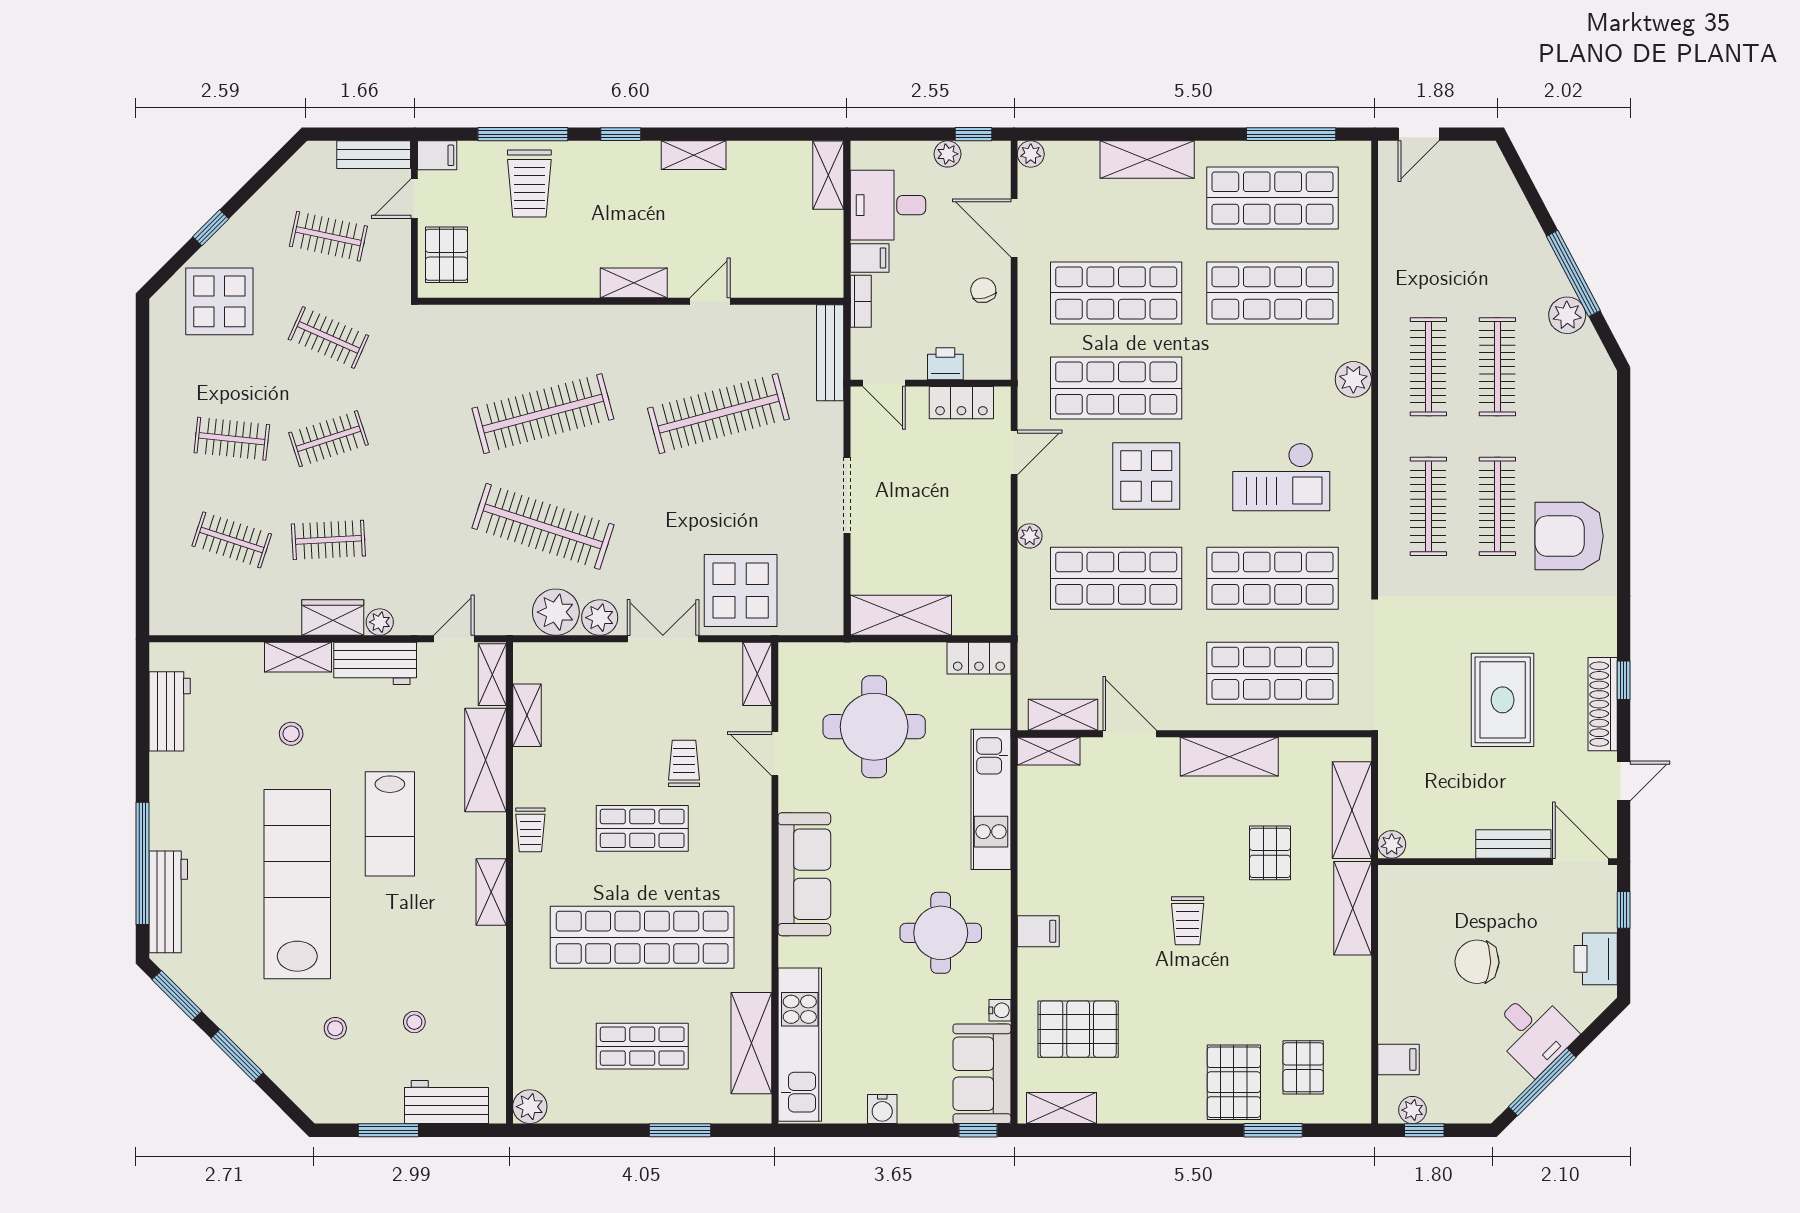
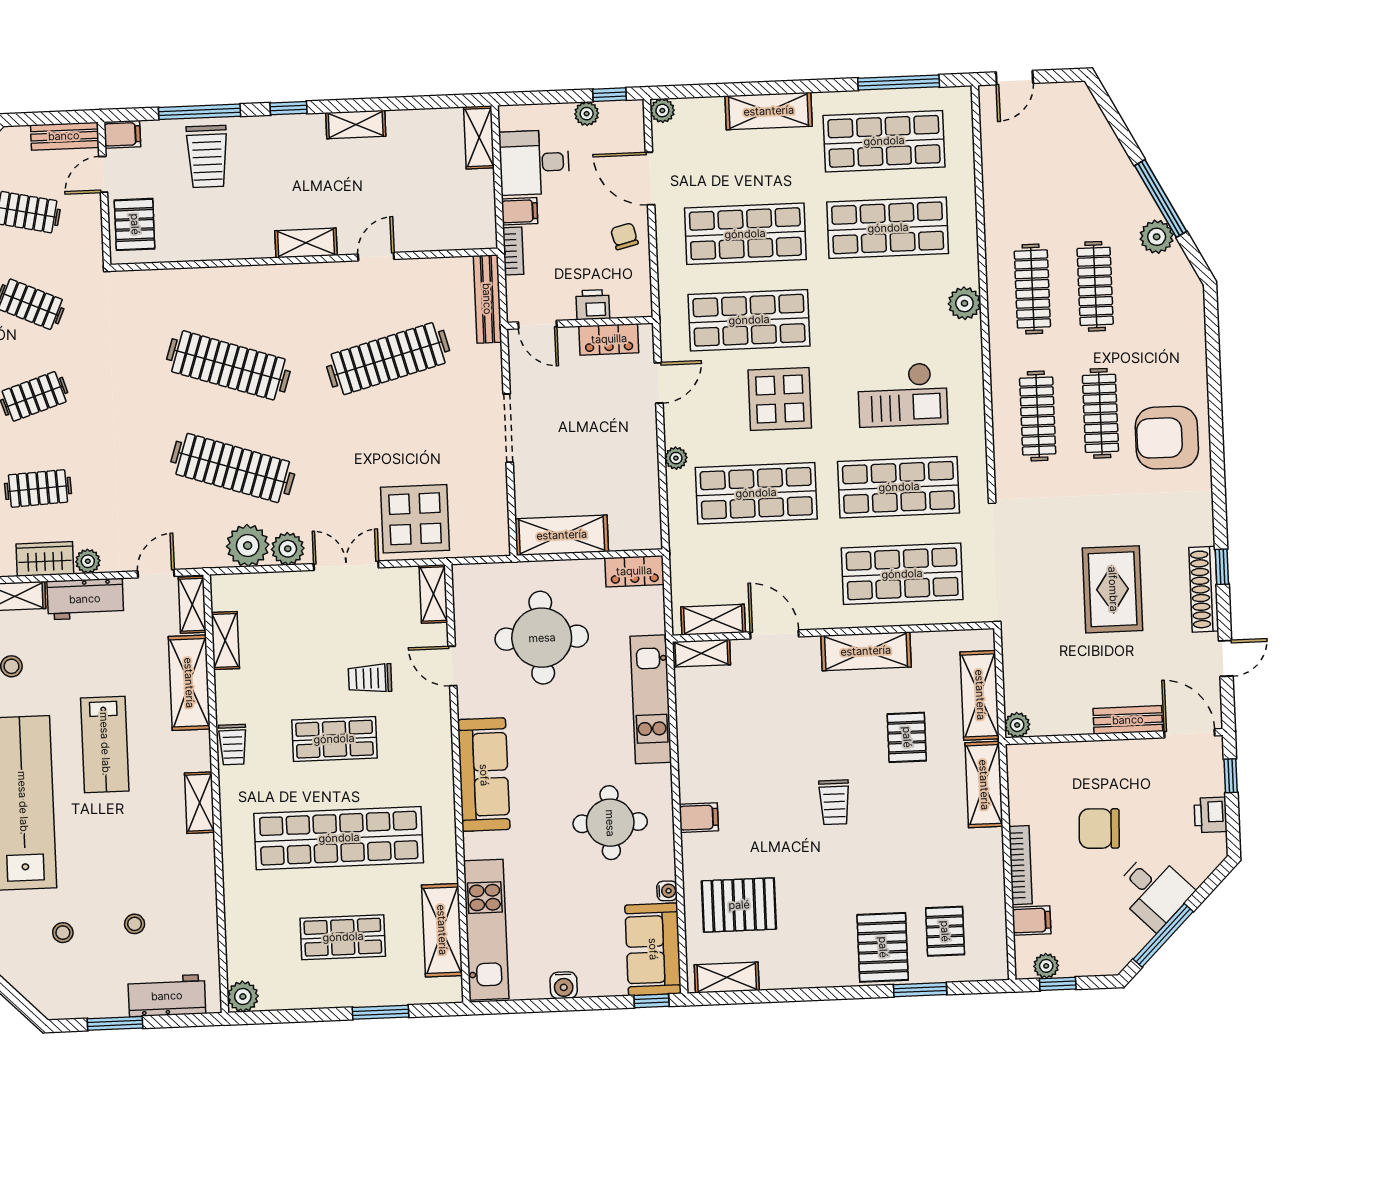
clothes rail: (543, 414) -> (228, 365), turned 33
trolley: (684, 763) -> (370, 678), turned -90
printer: (1596, 959) -> (1211, 815), width x0.73, depth x0.81
bookcase: (1389, 998) -> (1020, 865), added

